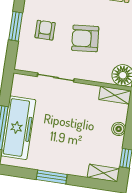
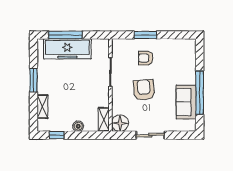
armchair: (45, 30) -> (146, 58), turned 180
shelving: (103, 173) -> (42, 107), moved

